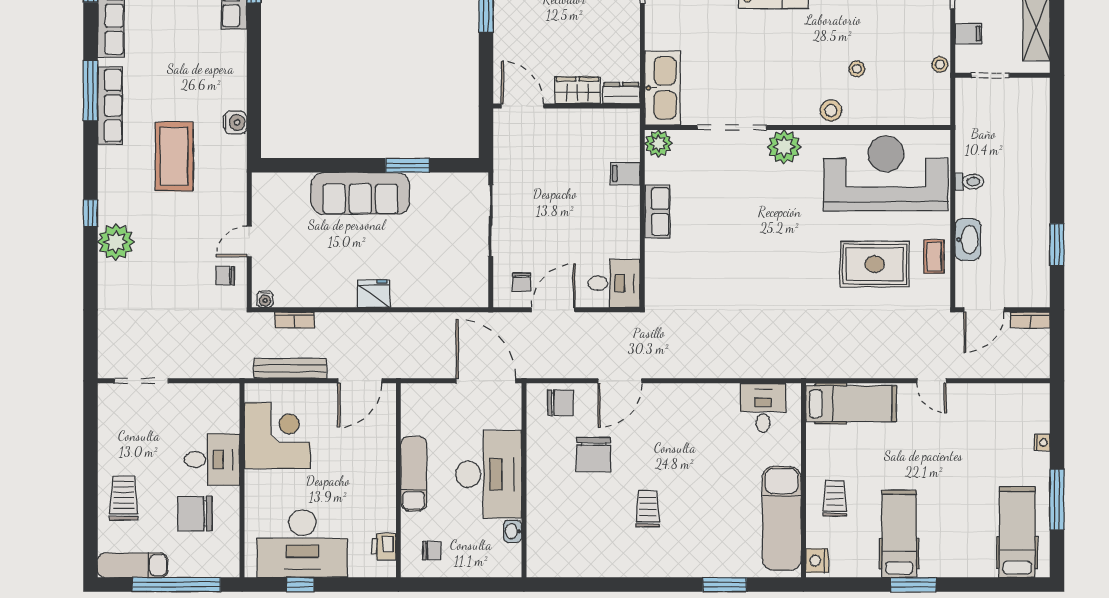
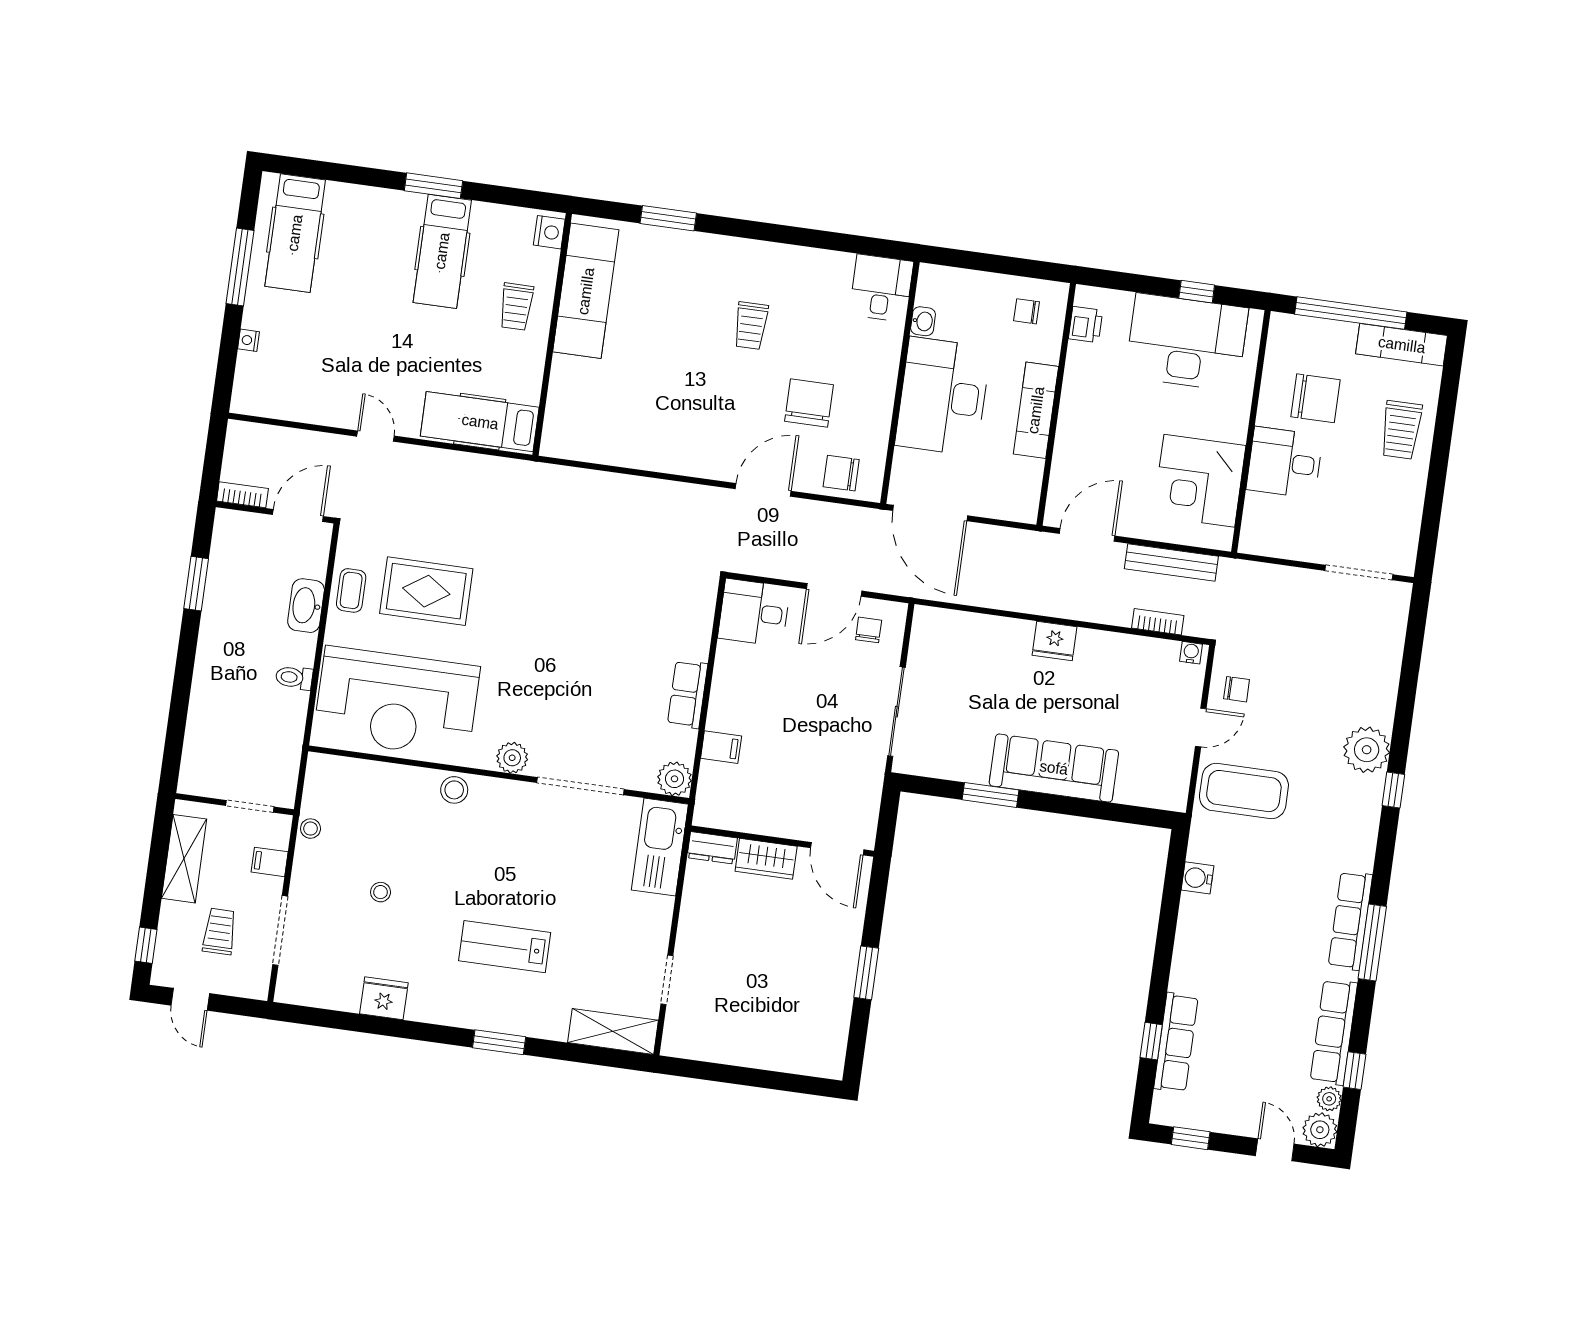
stool: (857, 69) -> (381, 892), moved
plant: (784, 147) -> (512, 758), width x0.73, depth x0.73
coffee table: (174, 157) -> (1244, 791), moved, turned 90
desk: (763, 408) -> (881, 288), moved, turned 180

